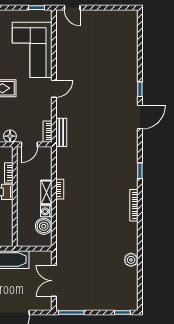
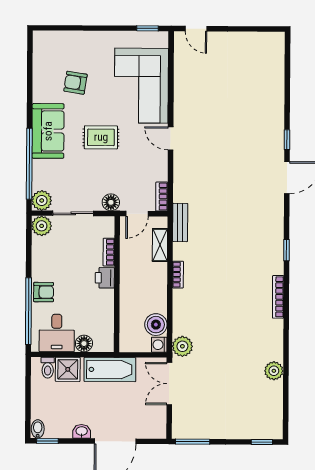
door: (54, 89) -> (171, 138), swing flipped
bench: (61, 132) -> (180, 223), moved
shelving: (46, 192) -> (160, 245), moved
washing machine: (46, 211) -> (159, 345), moved
plant: (63, 242) -> (182, 346), added
double door: (54, 281) -> (169, 384), moved

